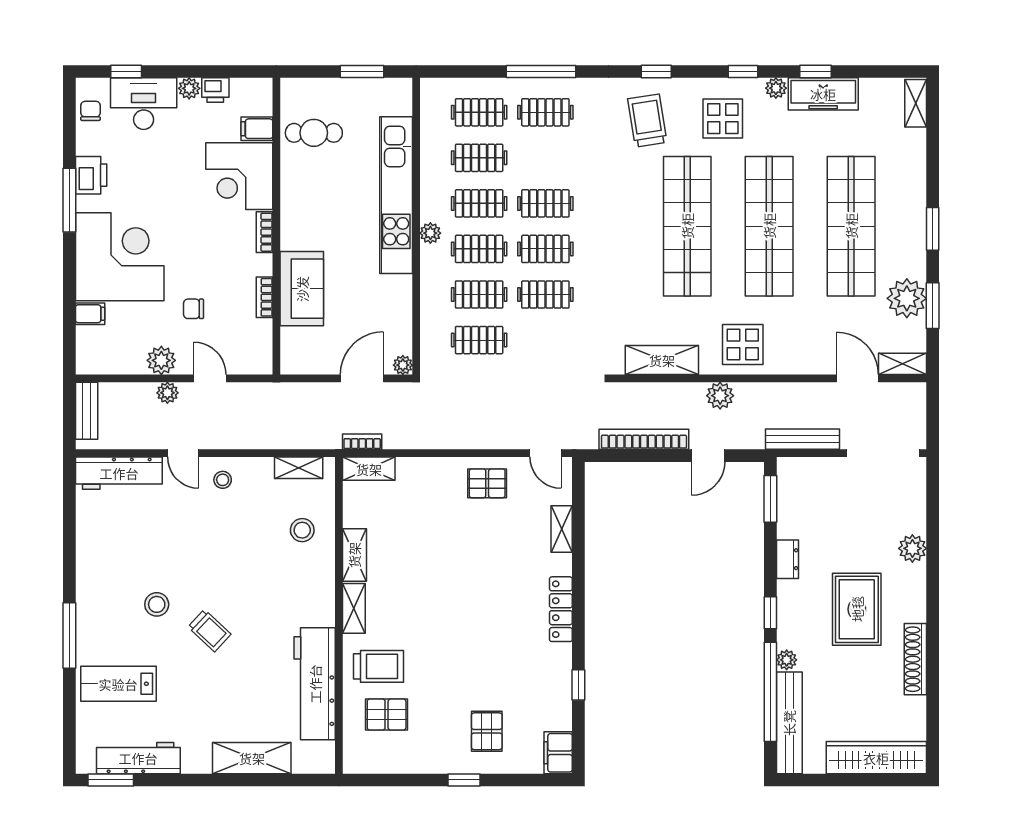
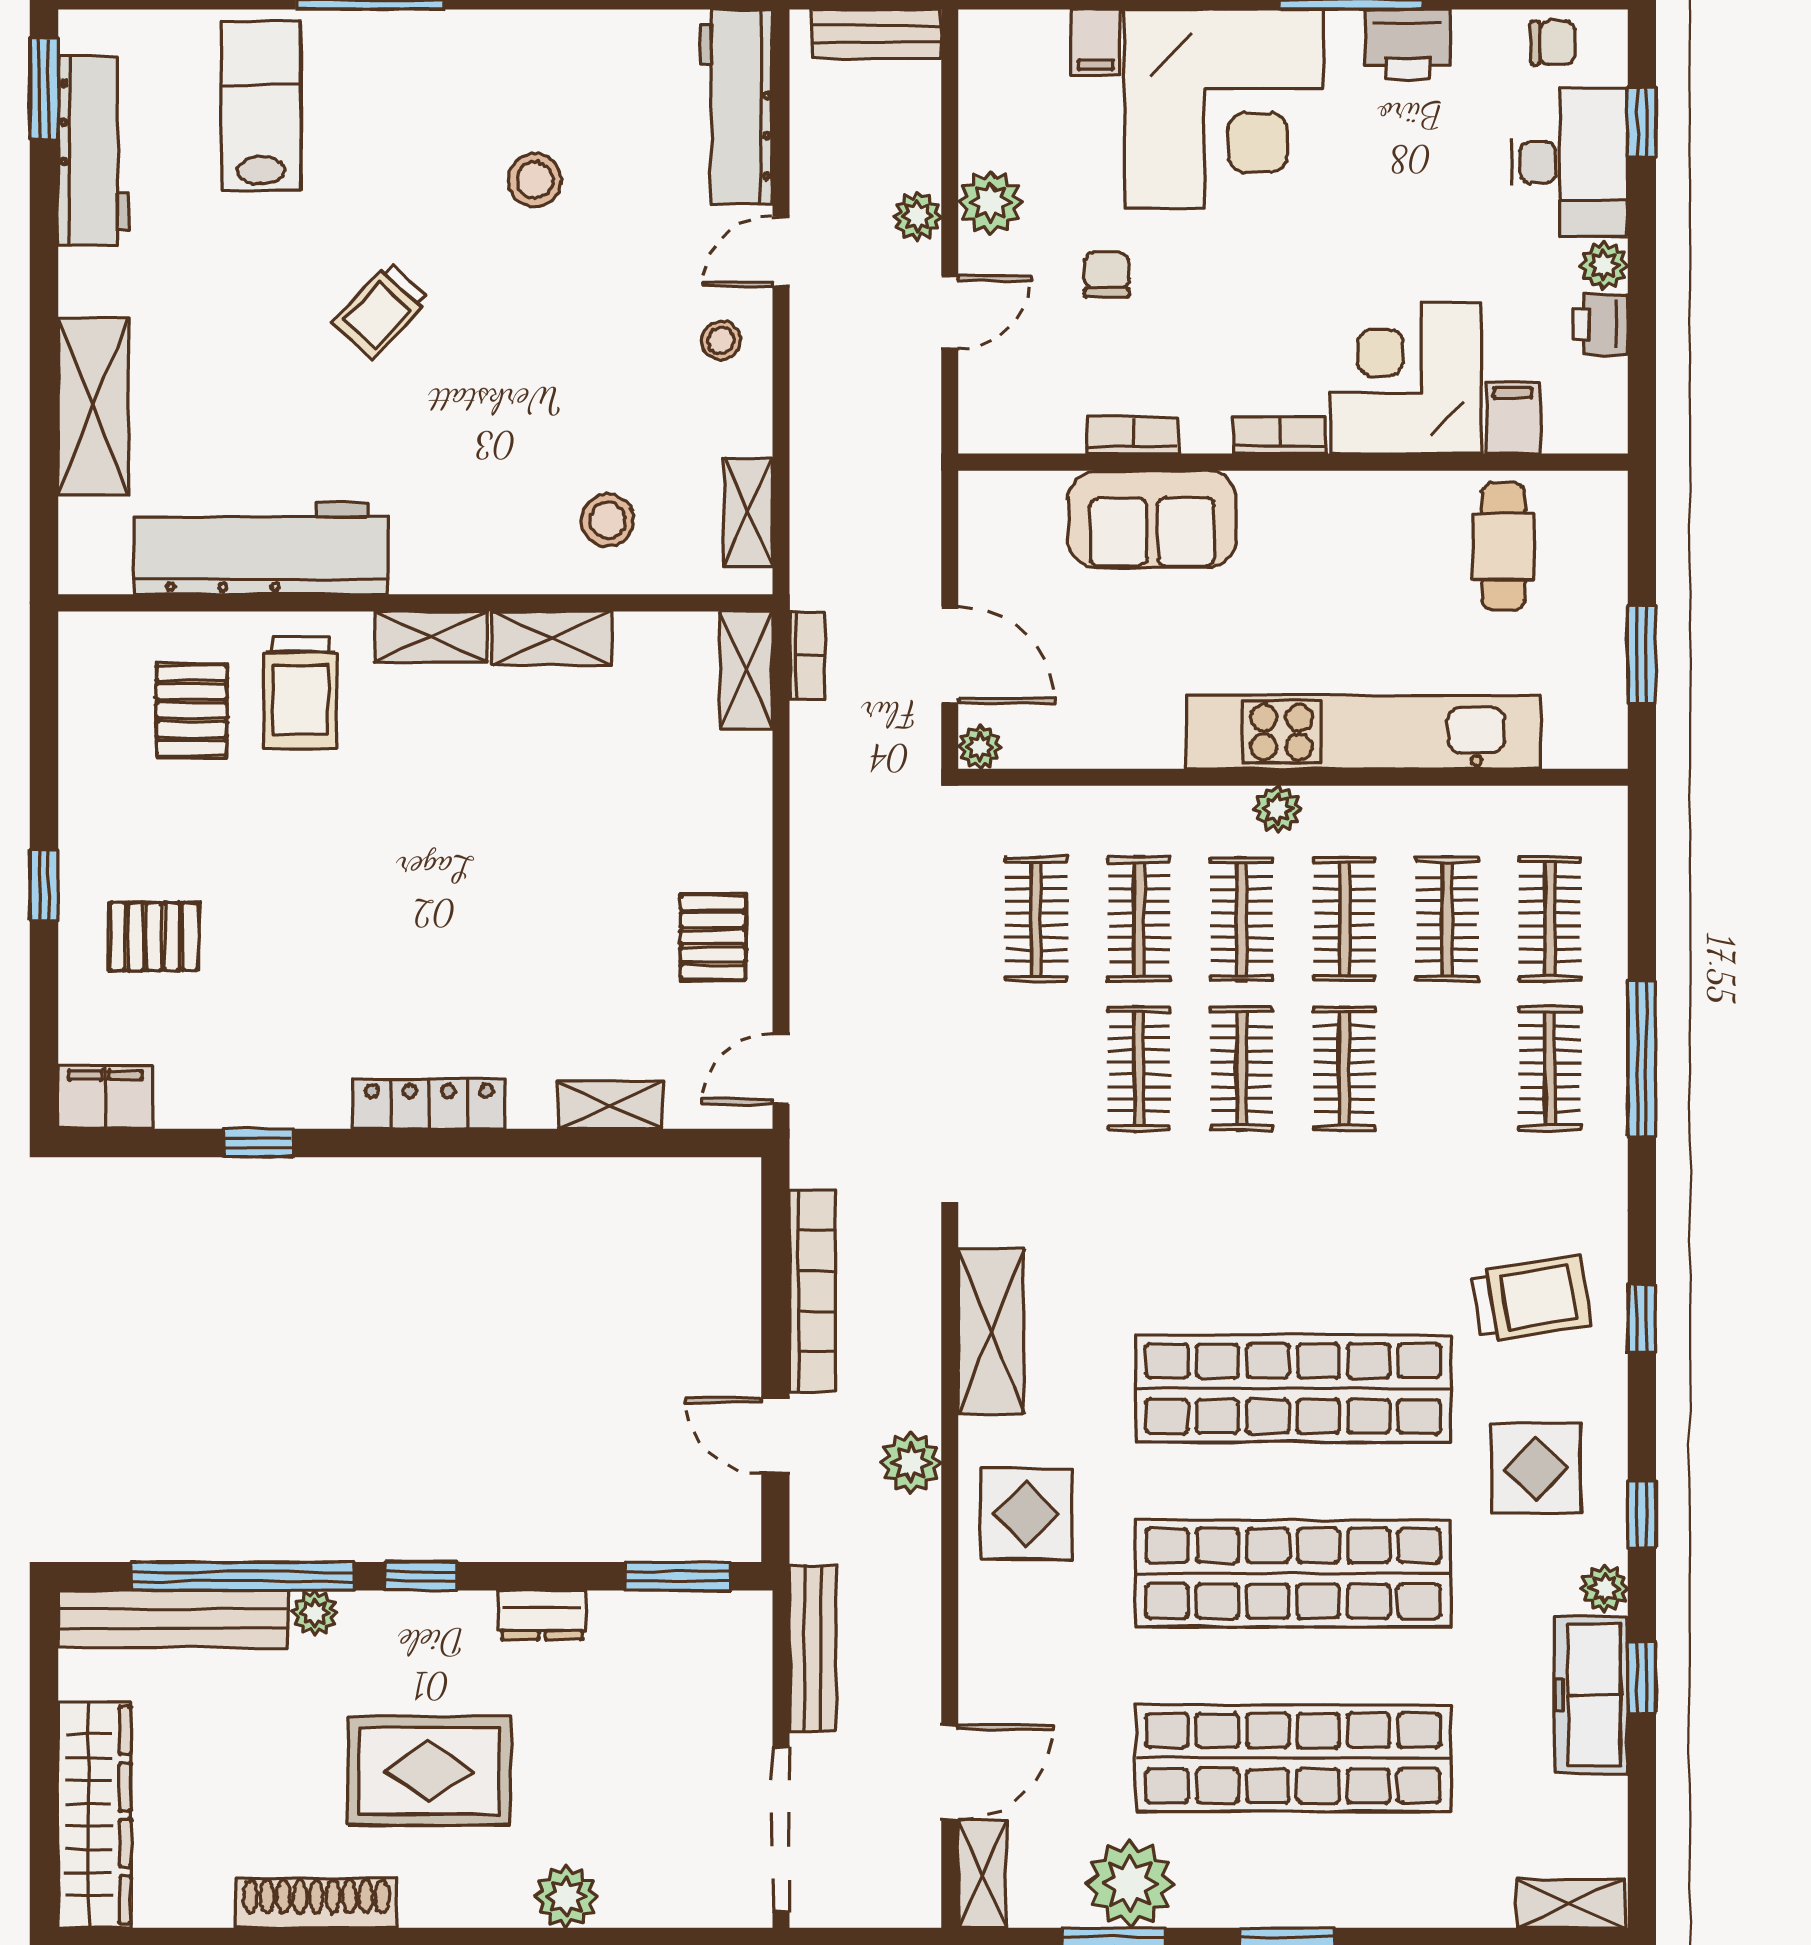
stool: (157, 604) -> (535, 180), moved

